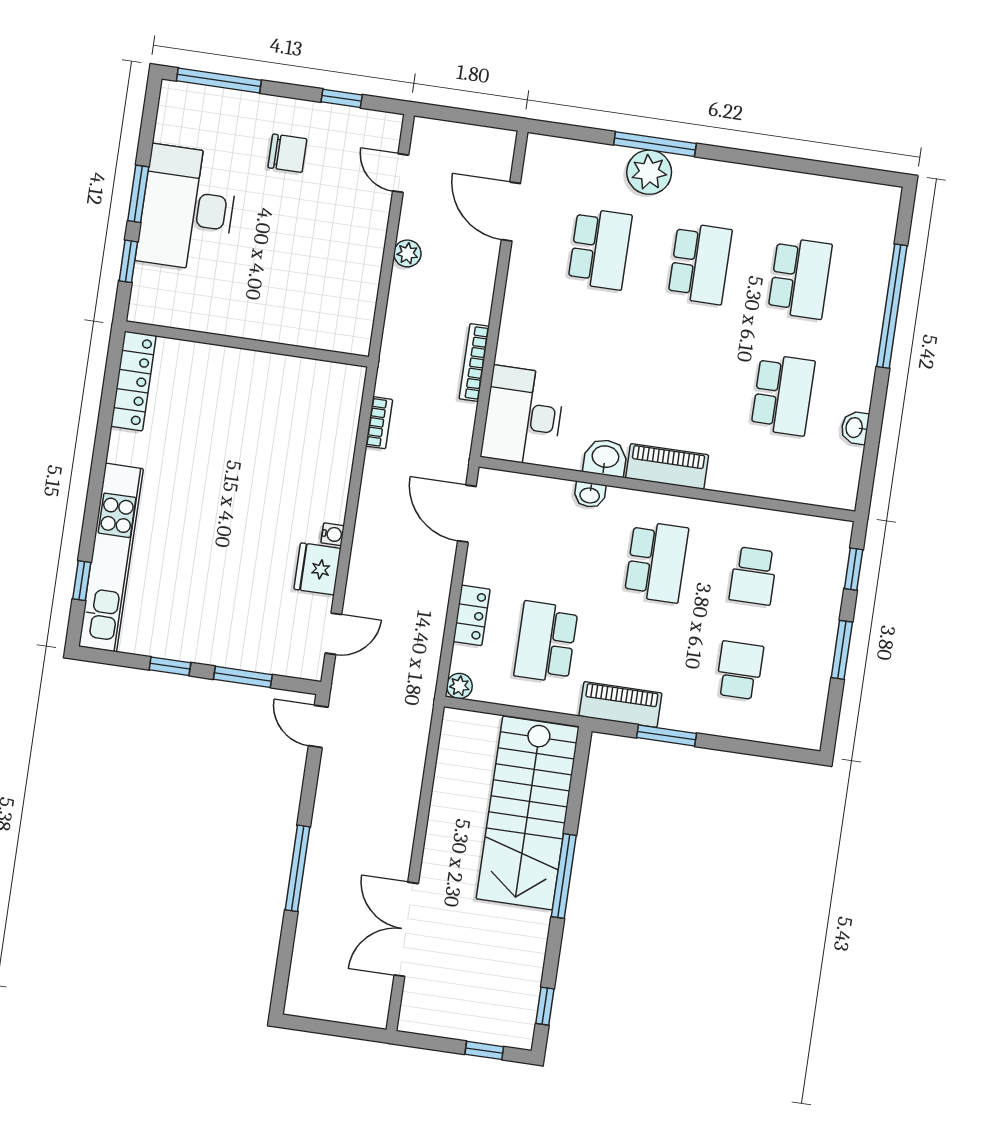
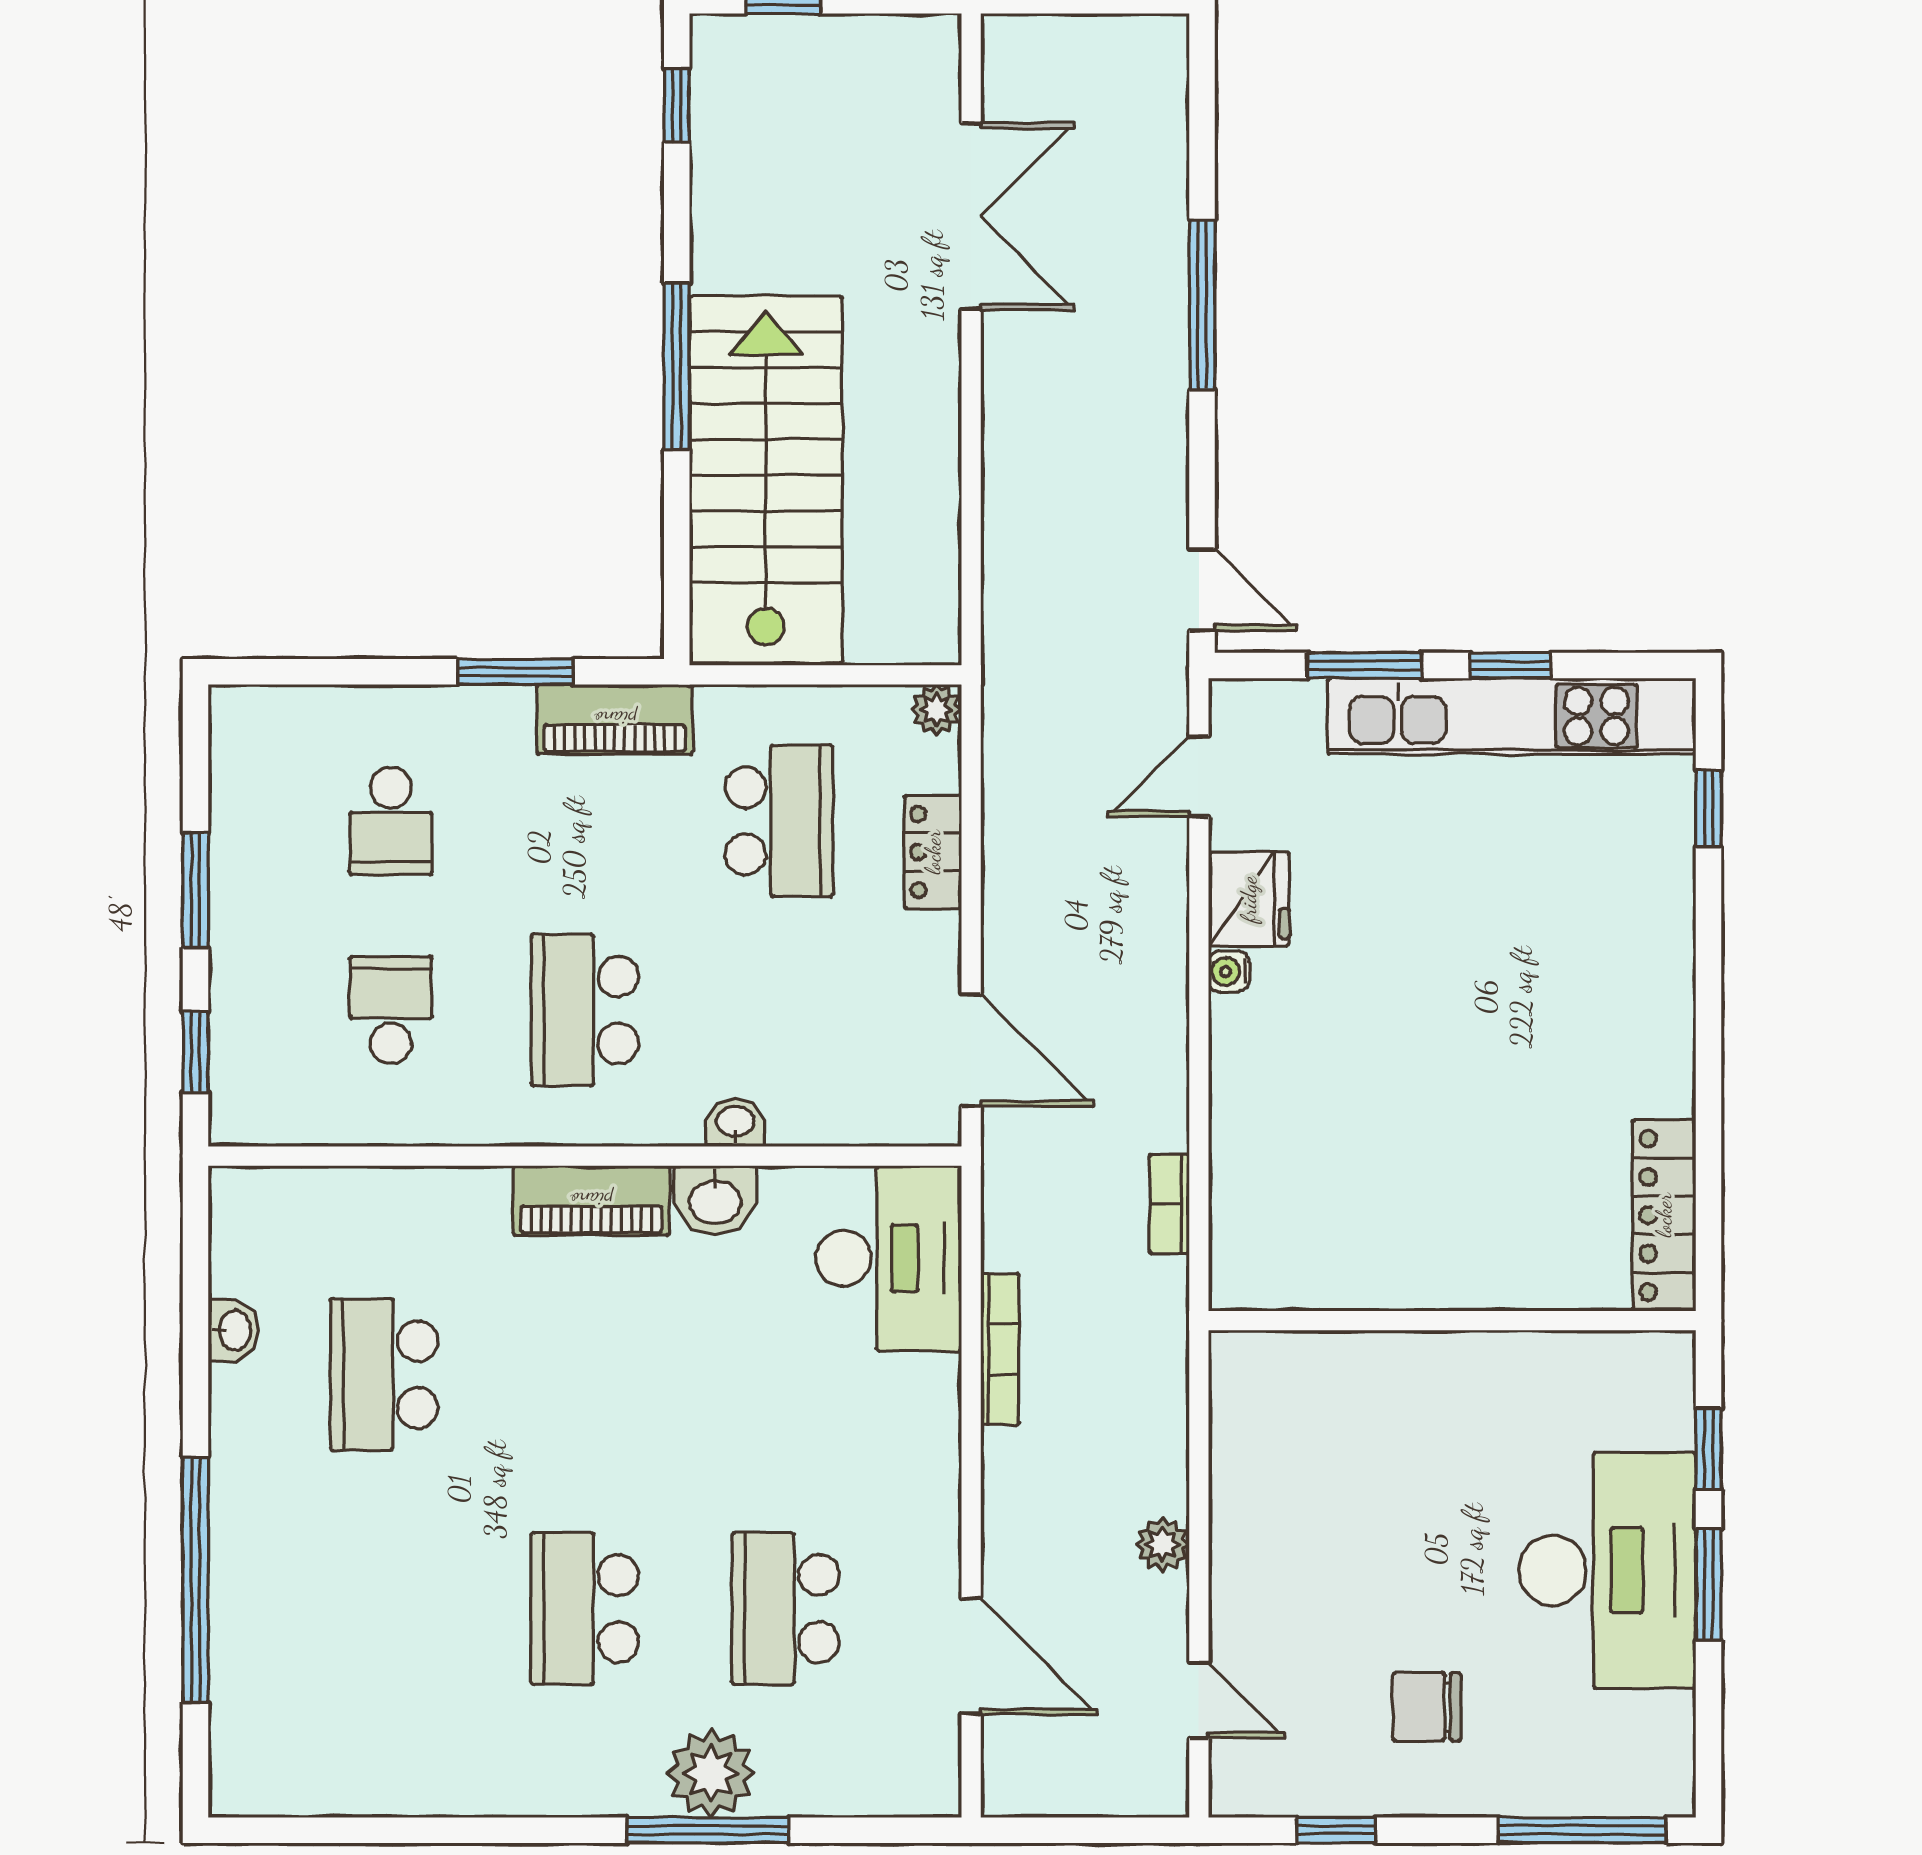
school desk: (800, 278) -> (384, 1609), removed
kitchen unit: (111, 557) -> (1512, 716), moved, turned -90

